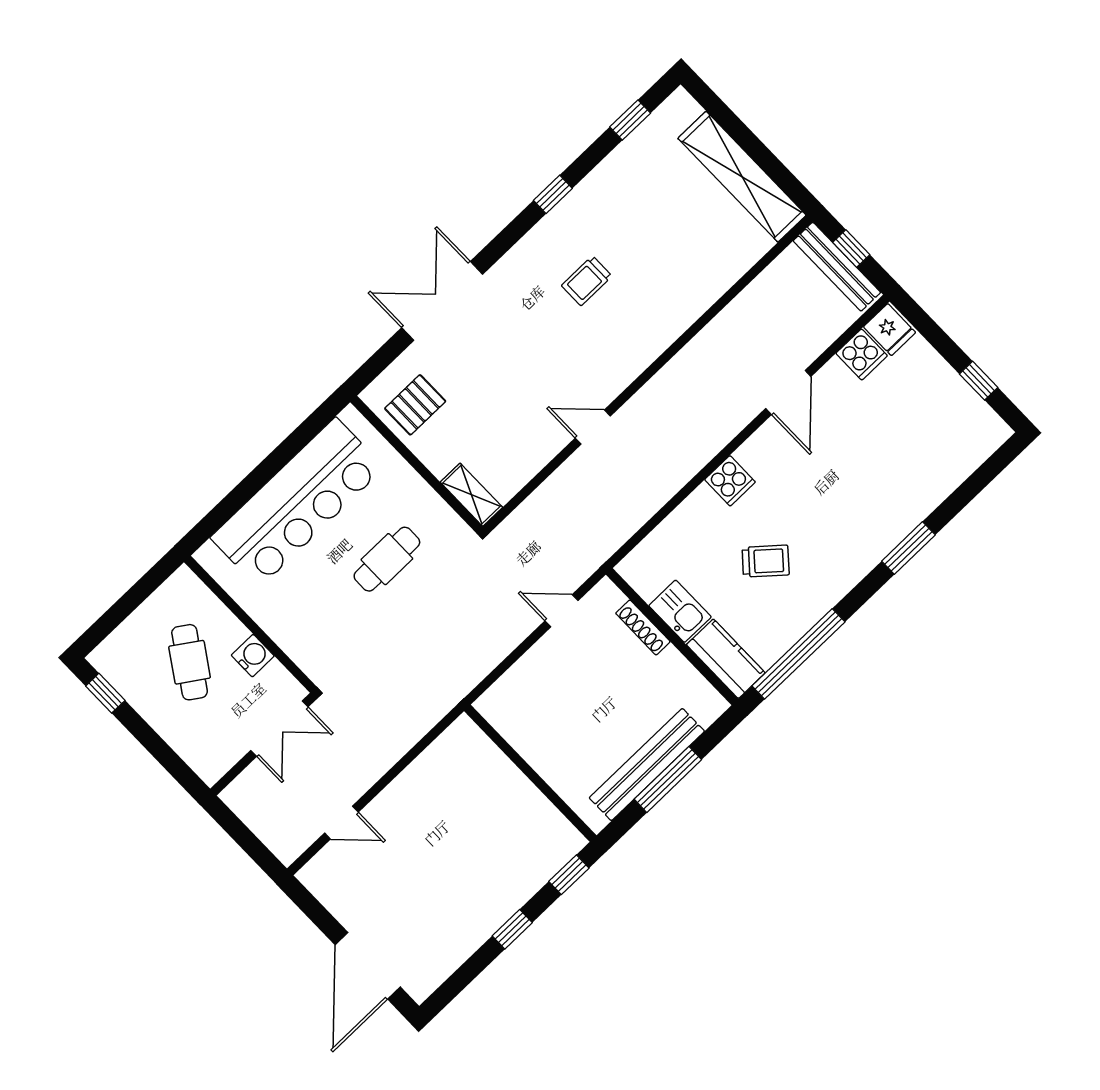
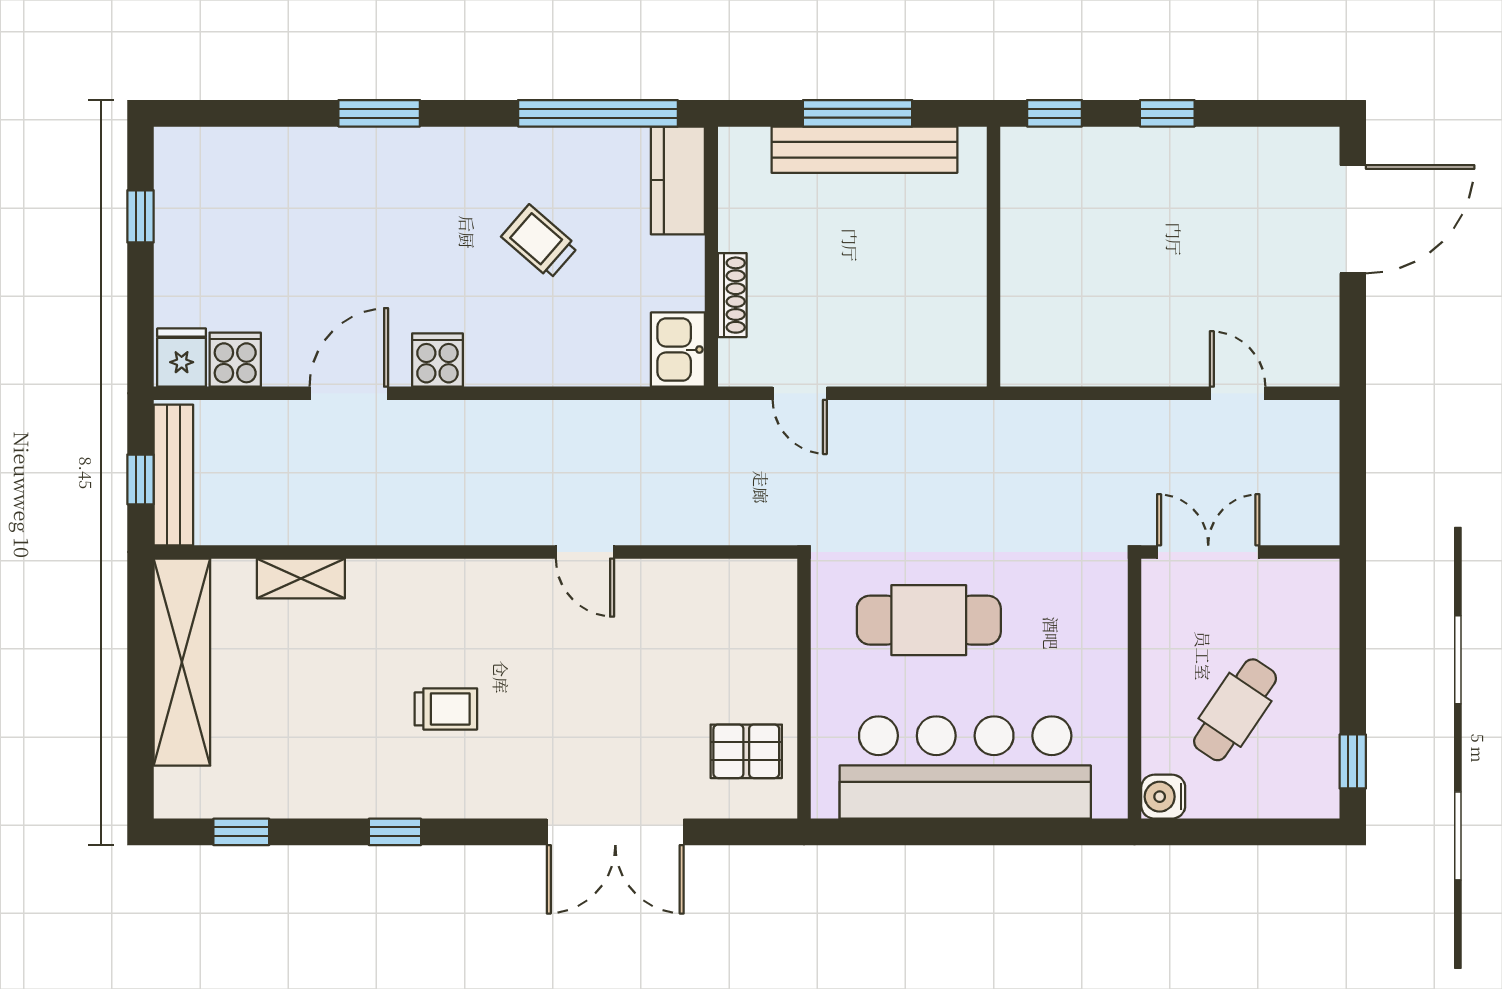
cooker: (730, 481) -> (437, 360), moved
shelving: (471, 495) -> (301, 578), moved, turned 90
cafe table: (387, 559) -> (929, 620), width x1.37, depth x1.35
kitchen sink: (680, 611) -> (678, 350), moved
water cooler: (253, 656) -> (1163, 797), moved

